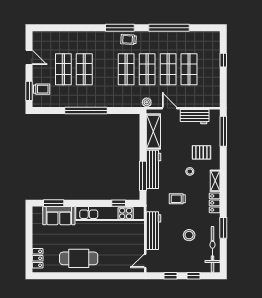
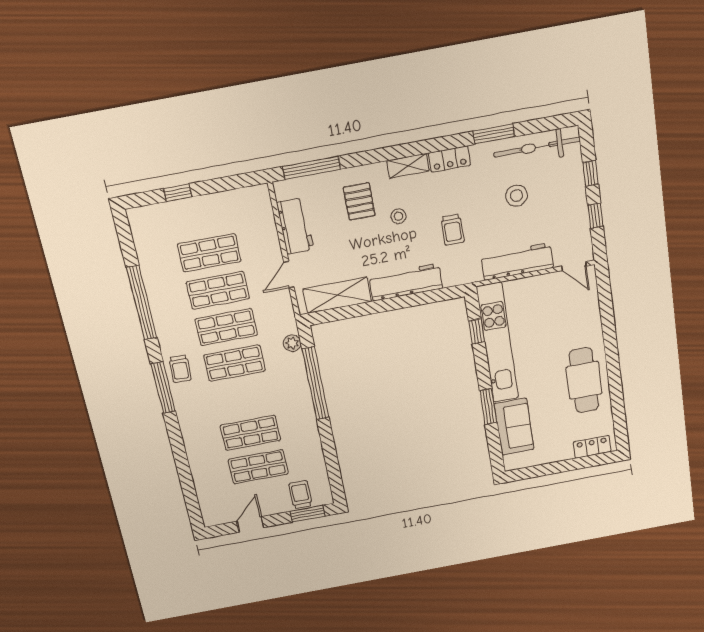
plant: (147, 102) -> (292, 343), moved
window: (86, 110) -> (316, 383), moved
window: (143, 176) -> (421, 299), removed
window: (54, 203) -> (488, 407), moved

